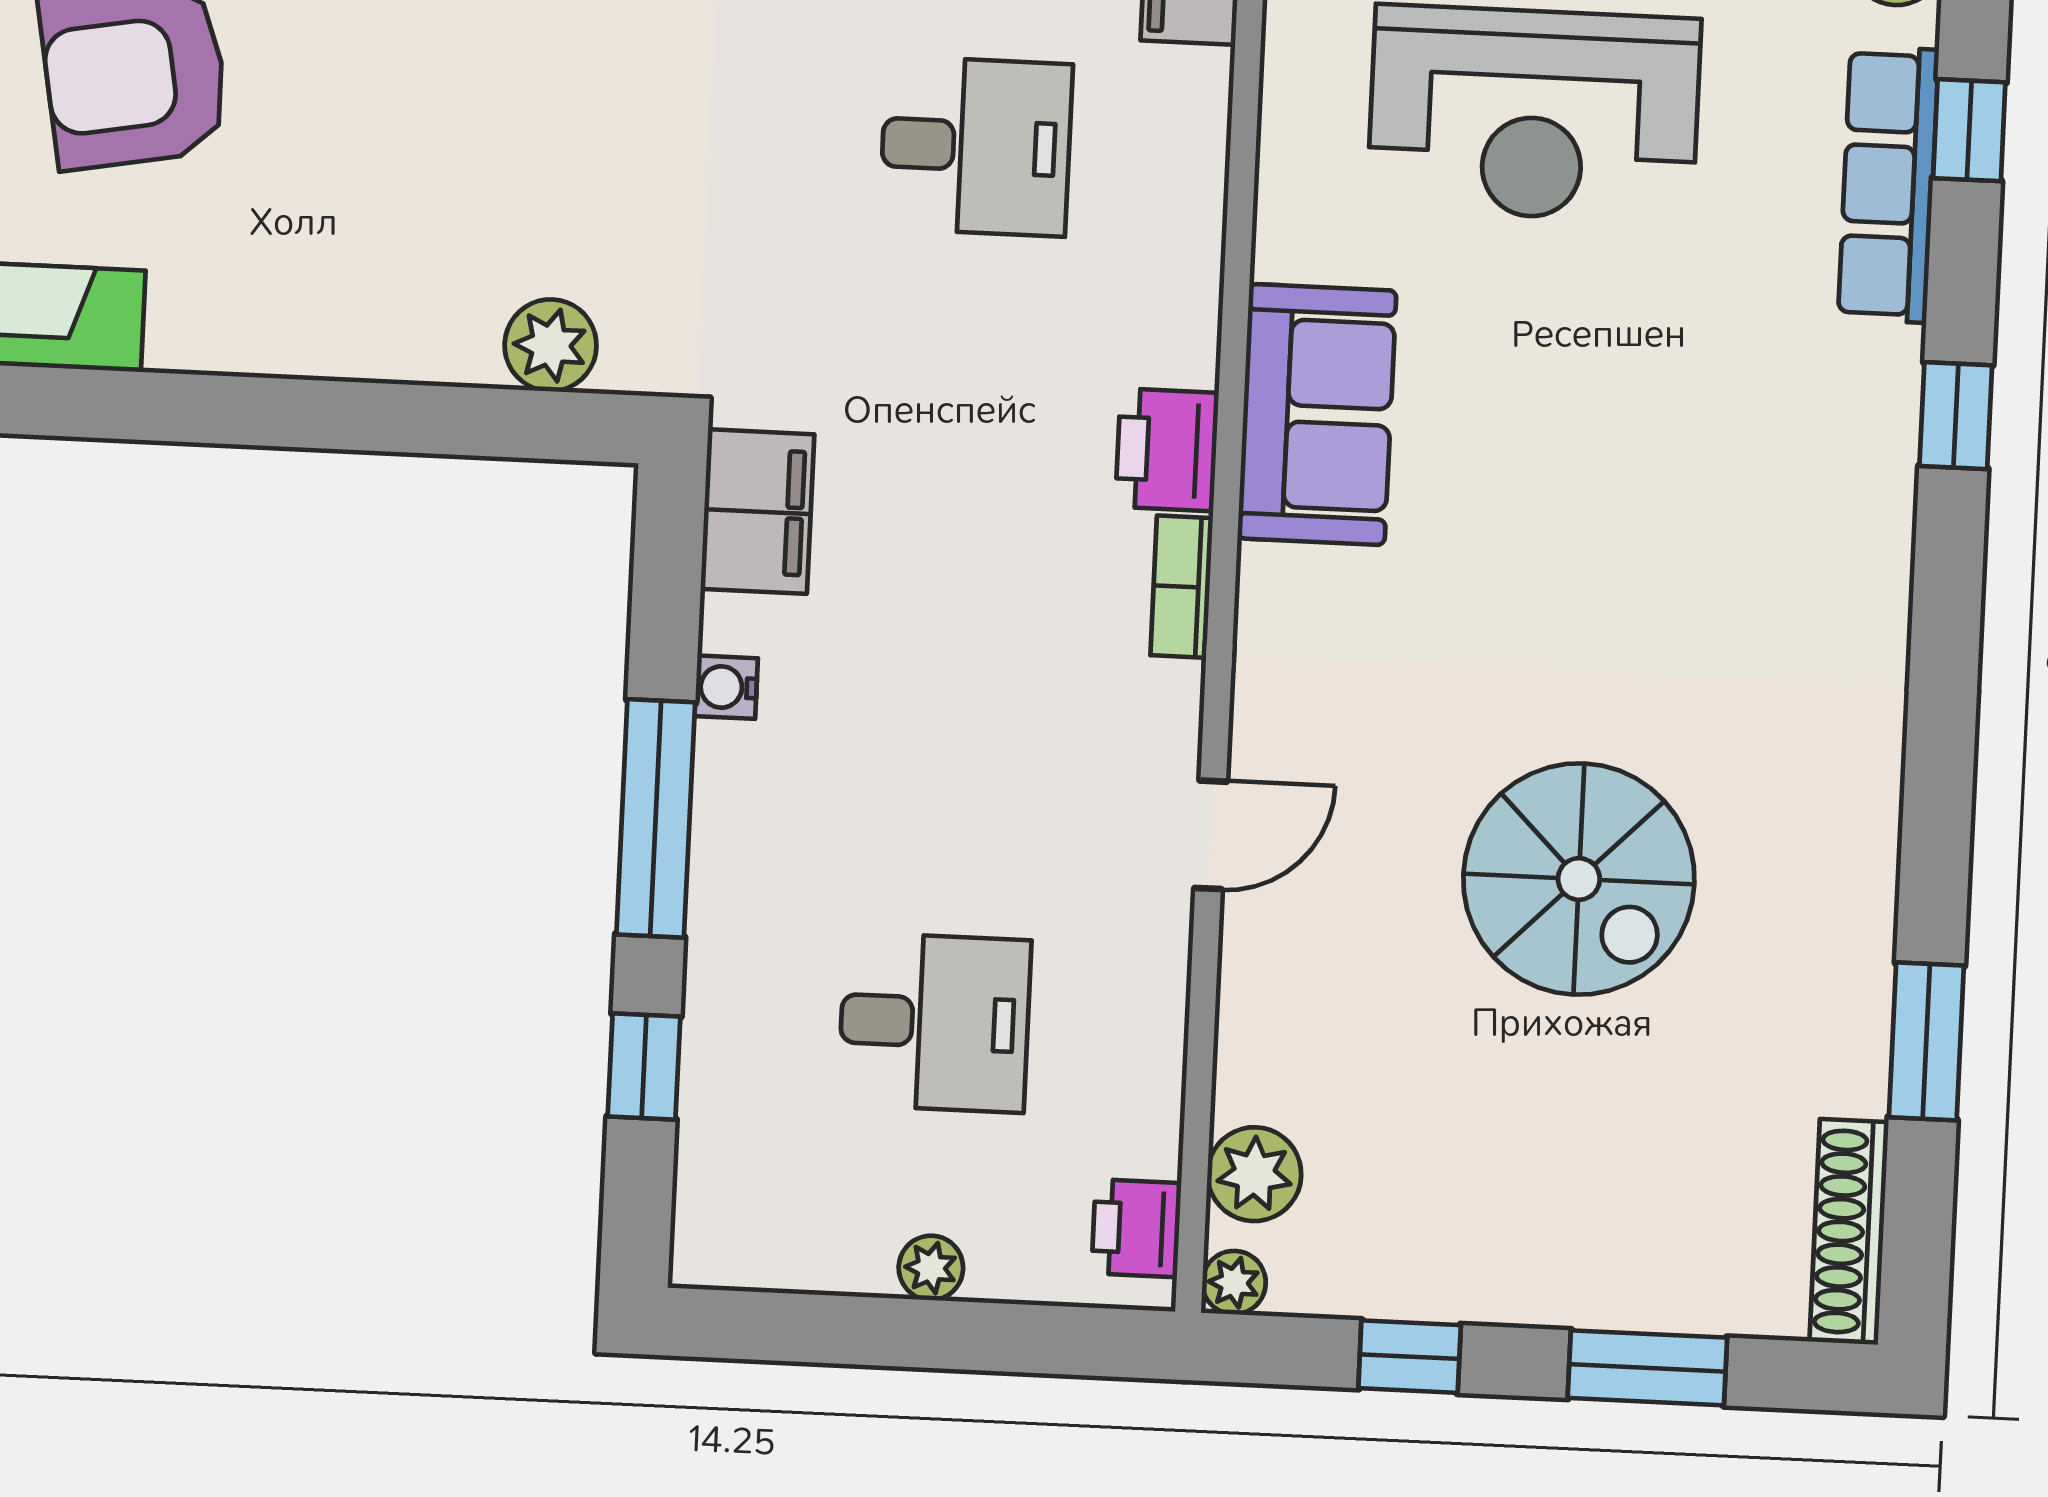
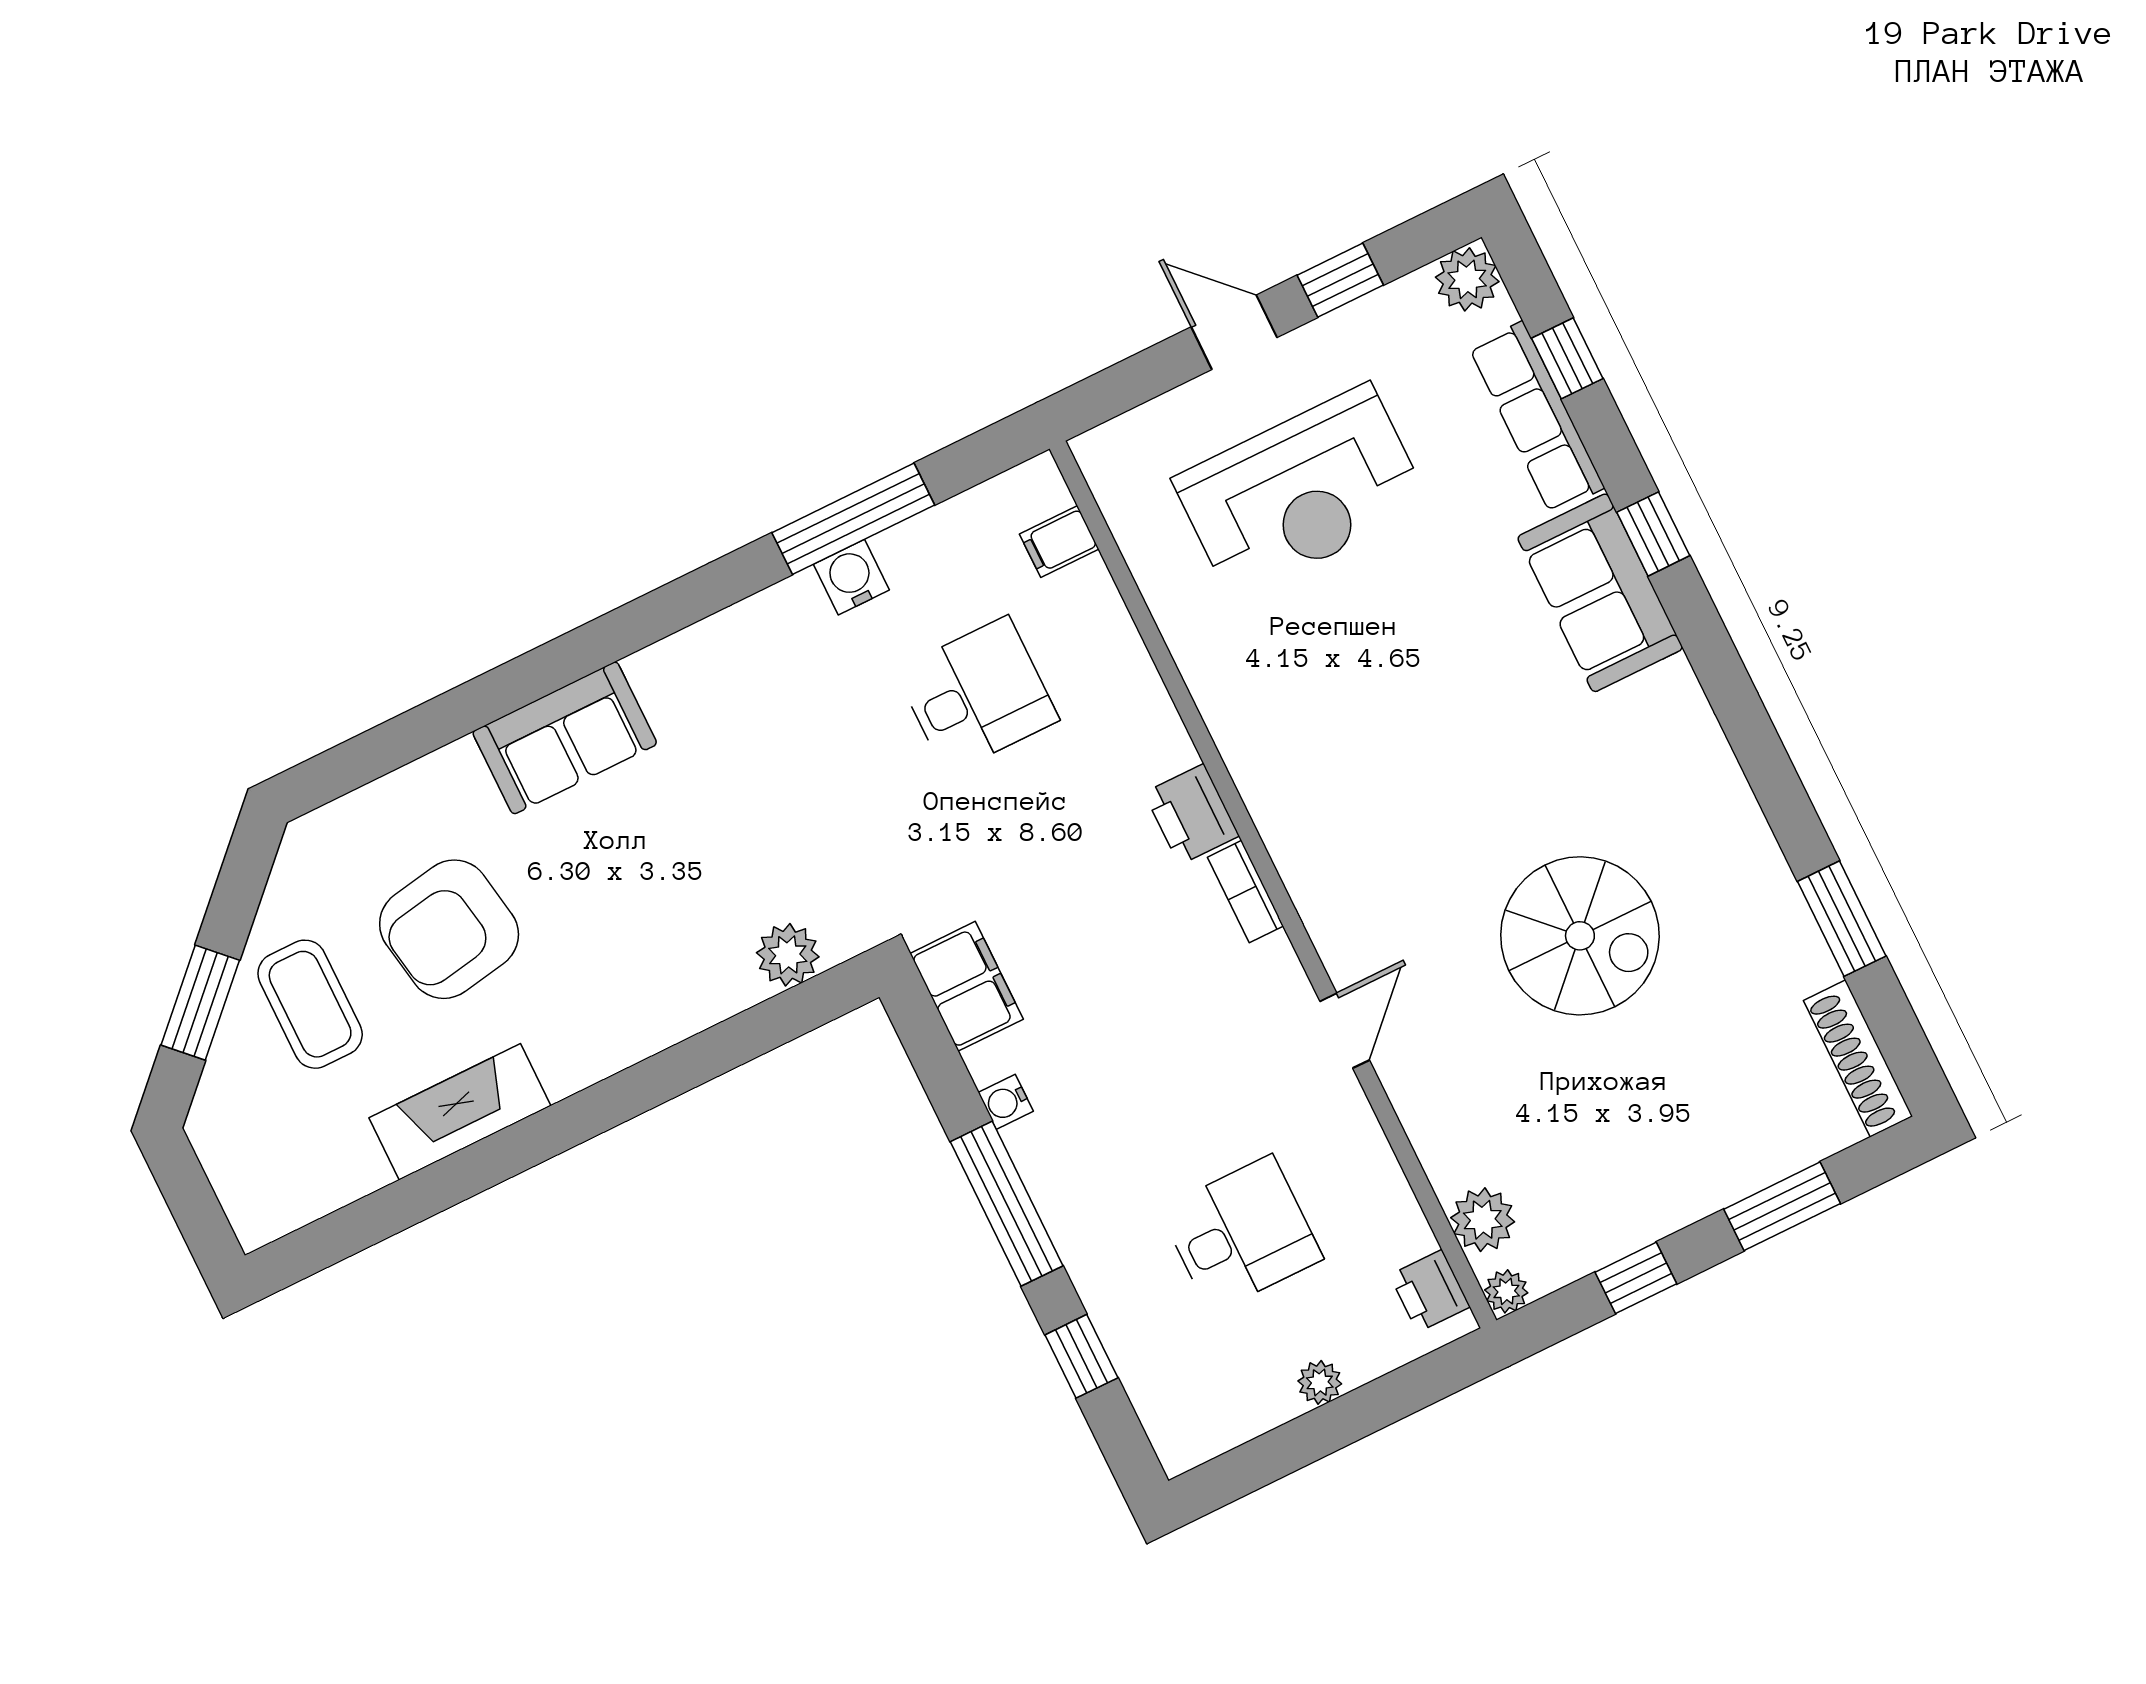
sofa: (1317, 414) -> (1600, 593), moved, turned 180

